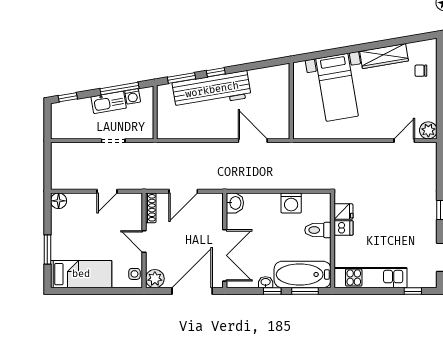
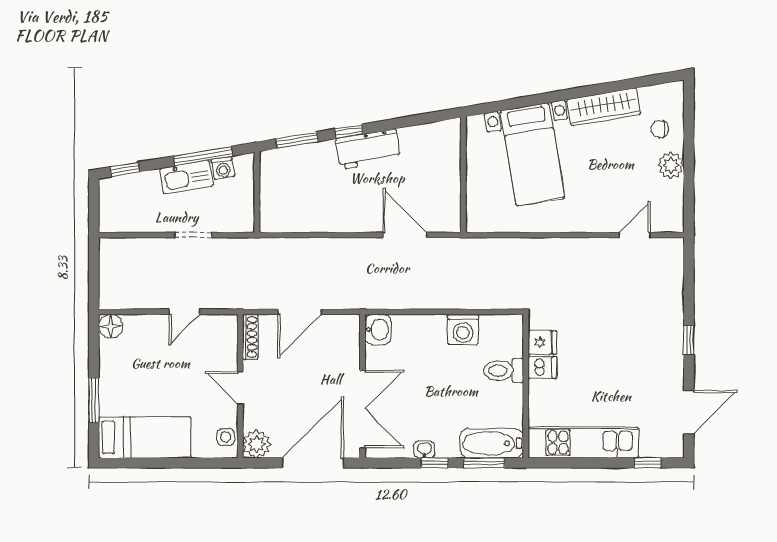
workbench: (212, 90) -> (368, 149), width x0.53, depth x0.76
plant: (428, 130) -> (671, 165), moved
bathtub: (303, 274) -> (492, 443), width x0.73, depth x0.73

